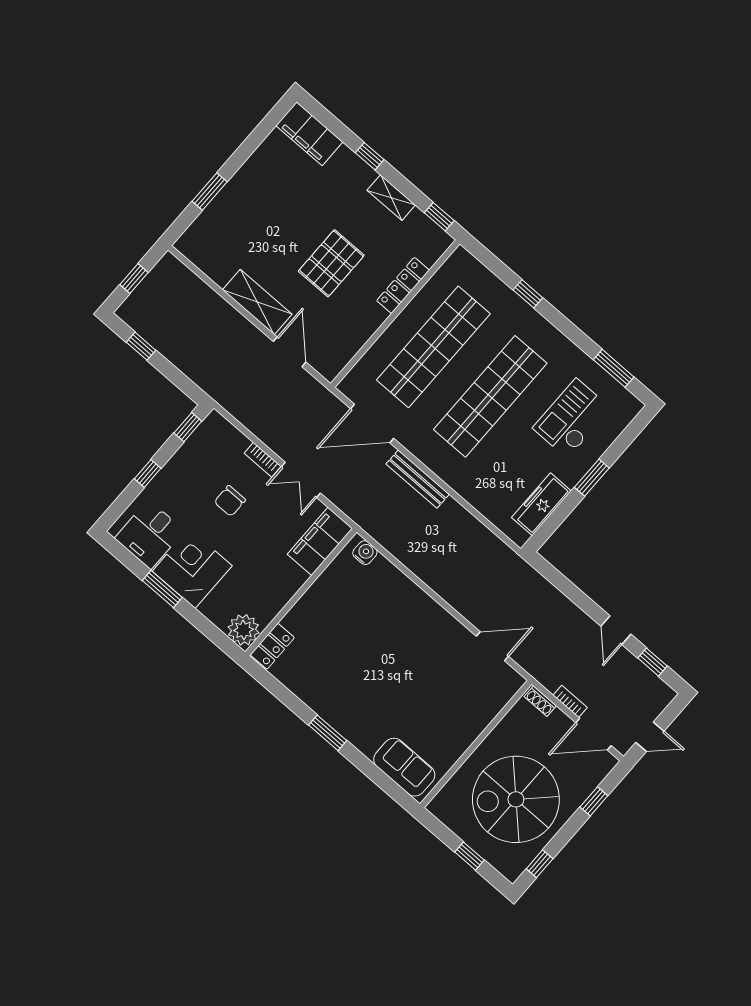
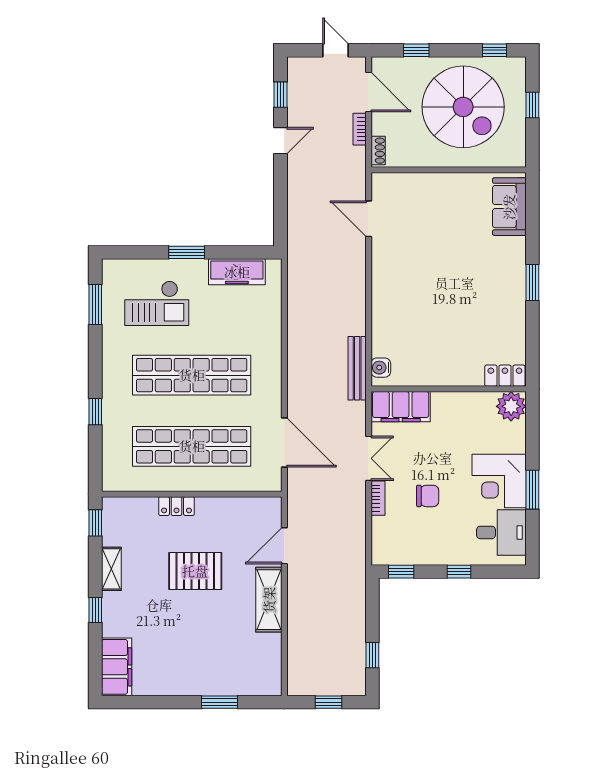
locker: (403, 285) -> (176, 506), width x0.66
bench: (418, 479) -> (357, 368), moved

